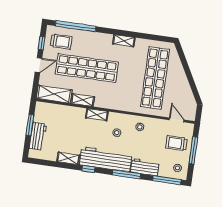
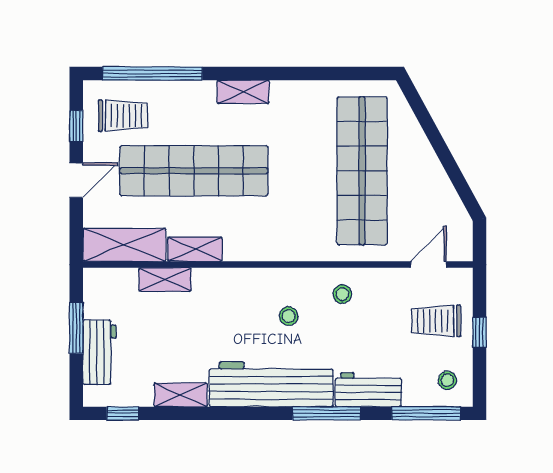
shelving: (124, 41) -> (243, 92), moved
shelving: (97, 115) -> (165, 279), moved
door: (177, 120) -> (429, 265), hinge flipped
window: (193, 150) -> (480, 332), width x0.46
window: (88, 169) -> (123, 413), moved

